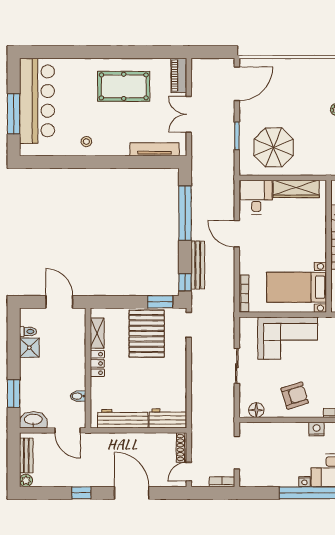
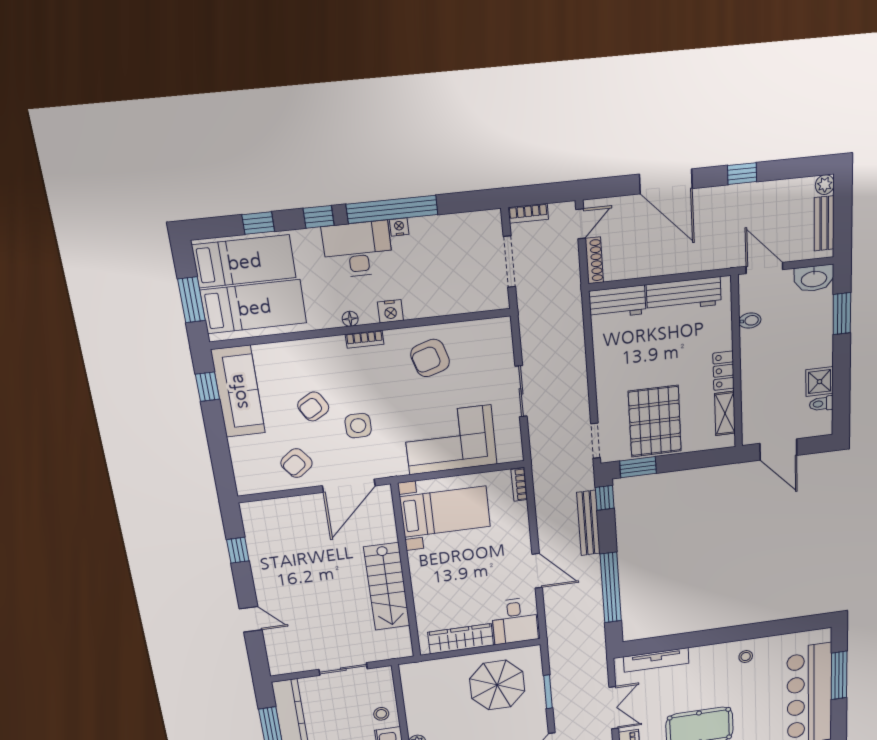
bookcase: (244, 293) -> (519, 485), width x0.64
floor lamp: (256, 410) -> (486, 330), removed

